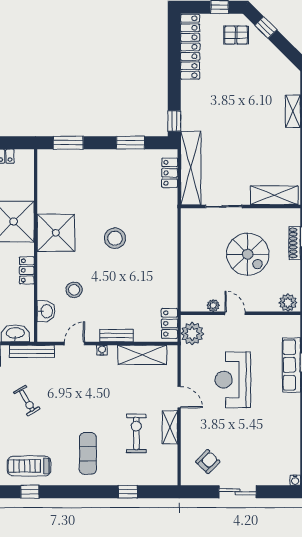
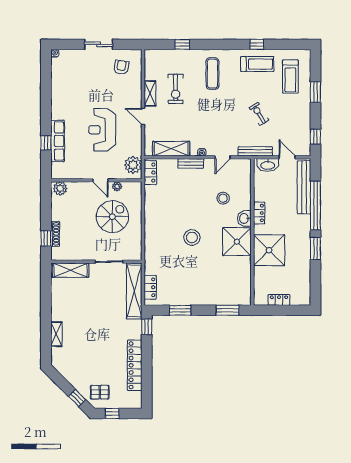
locker: (190, 47) -> (135, 365), moved
spiral stairs: (248, 254) -> (112, 217), moved, turned 90
washbasin: (46, 311) -> (244, 218), moved
reception desk: (233, 380) -> (102, 130), turned 180
armchair: (208, 462) -> (121, 67), turned 145

